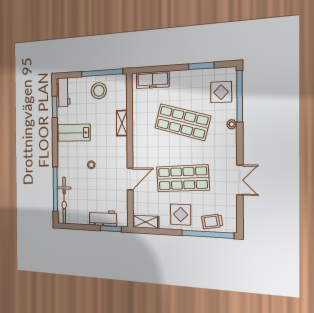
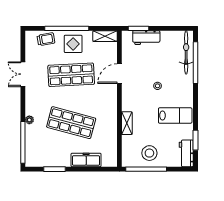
freezer: (153, 80) -> (86, 160), moved
display table: (221, 92) -> (38, 146), removed
window: (207, 234) -> (67, 28), moved

